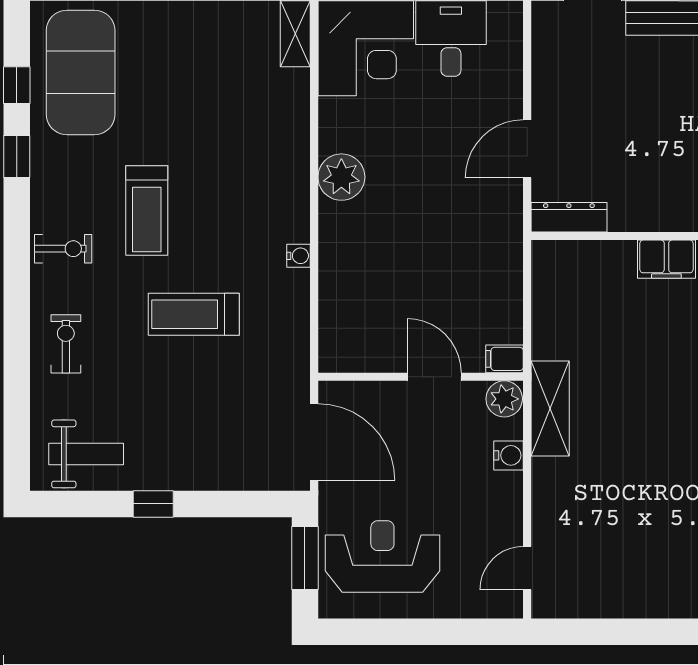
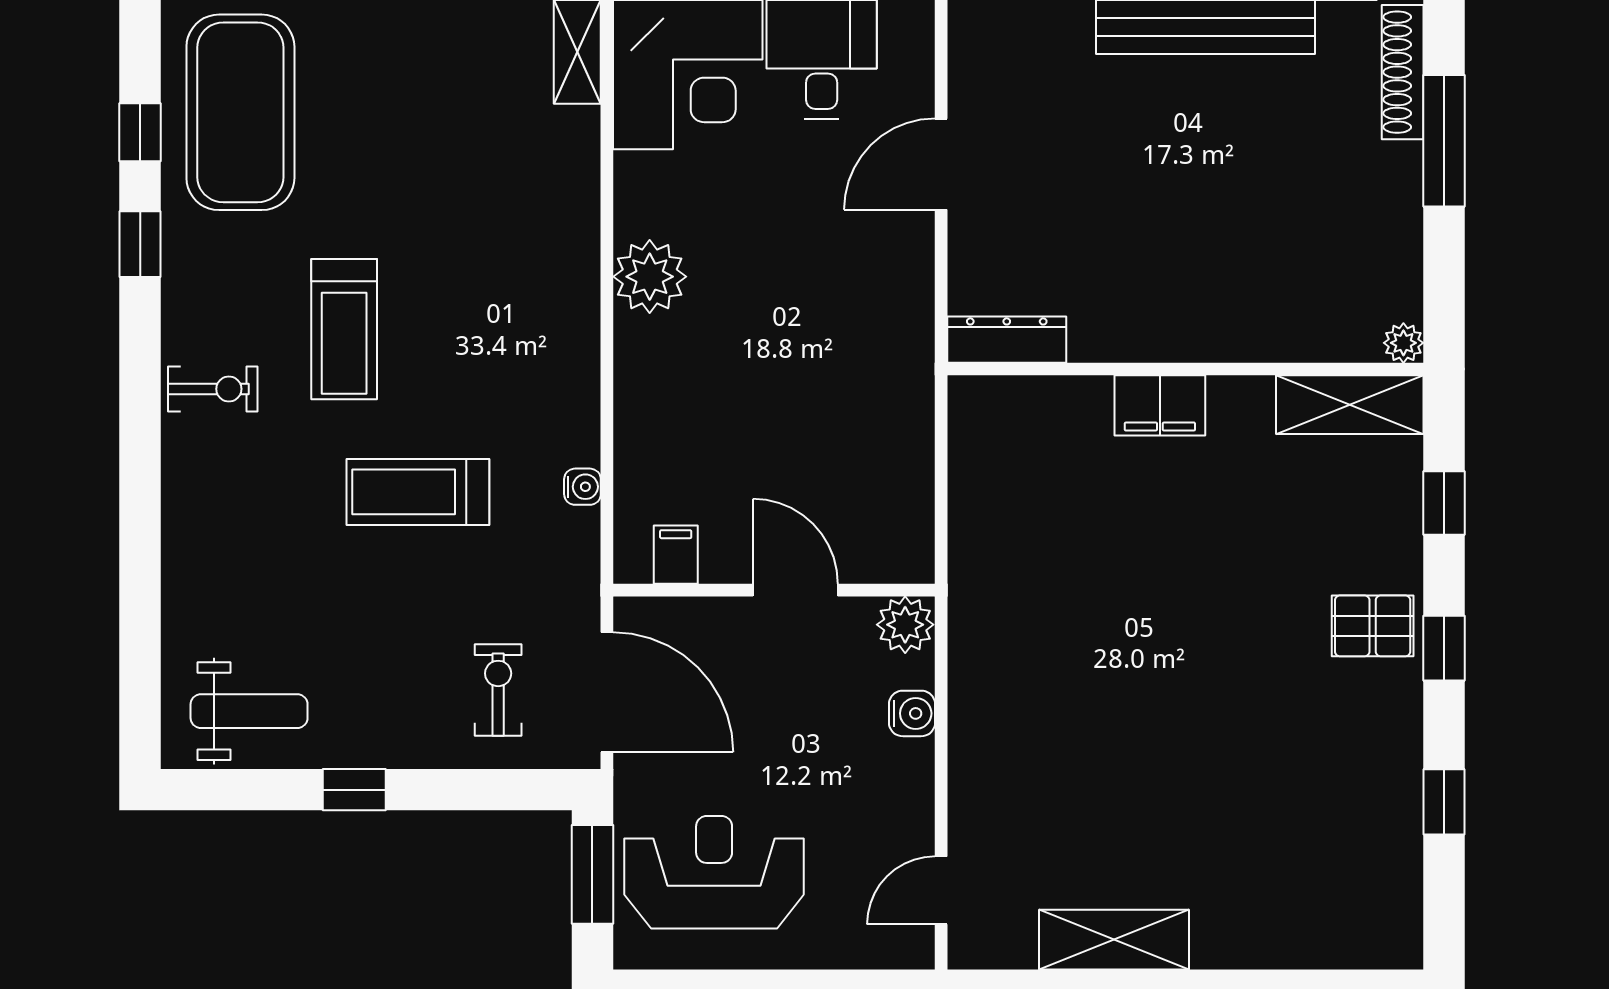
door: (527, 149) -> (941, 164), moved
water cooler: (299, 256) -> (582, 487), moved
exercise bike: (66, 344) -> (498, 690), moved
filing cabinet: (505, 359) -> (676, 555), moved, turned 90
shelving: (550, 409) -> (1114, 940), moved, turned 90

